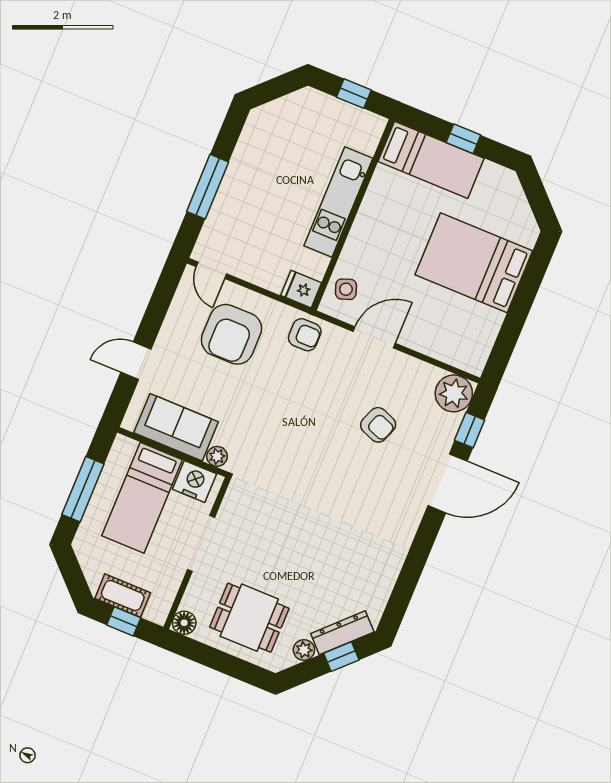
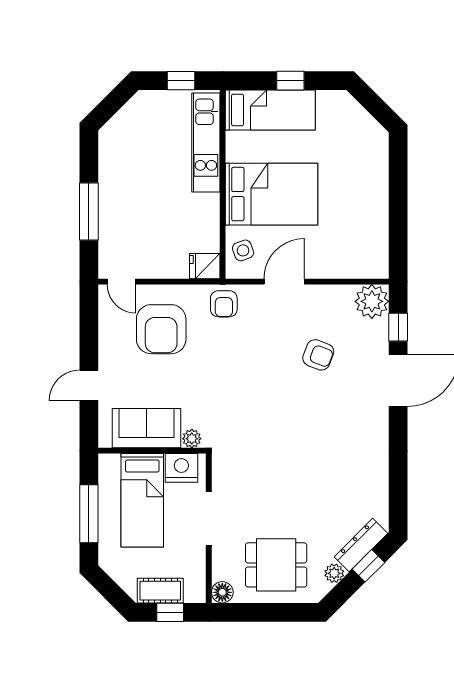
kitchen unit: (338, 202) -> (206, 143), moved
bed: (474, 263) -> (271, 194), moved, turned 180
armchair: (305, 335) -> (224, 304), turned 90

